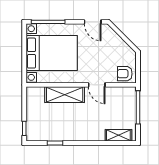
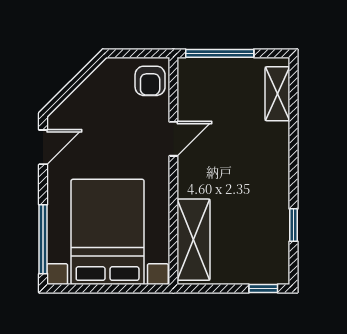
shelving: (65, 95) -> (194, 240), moved

